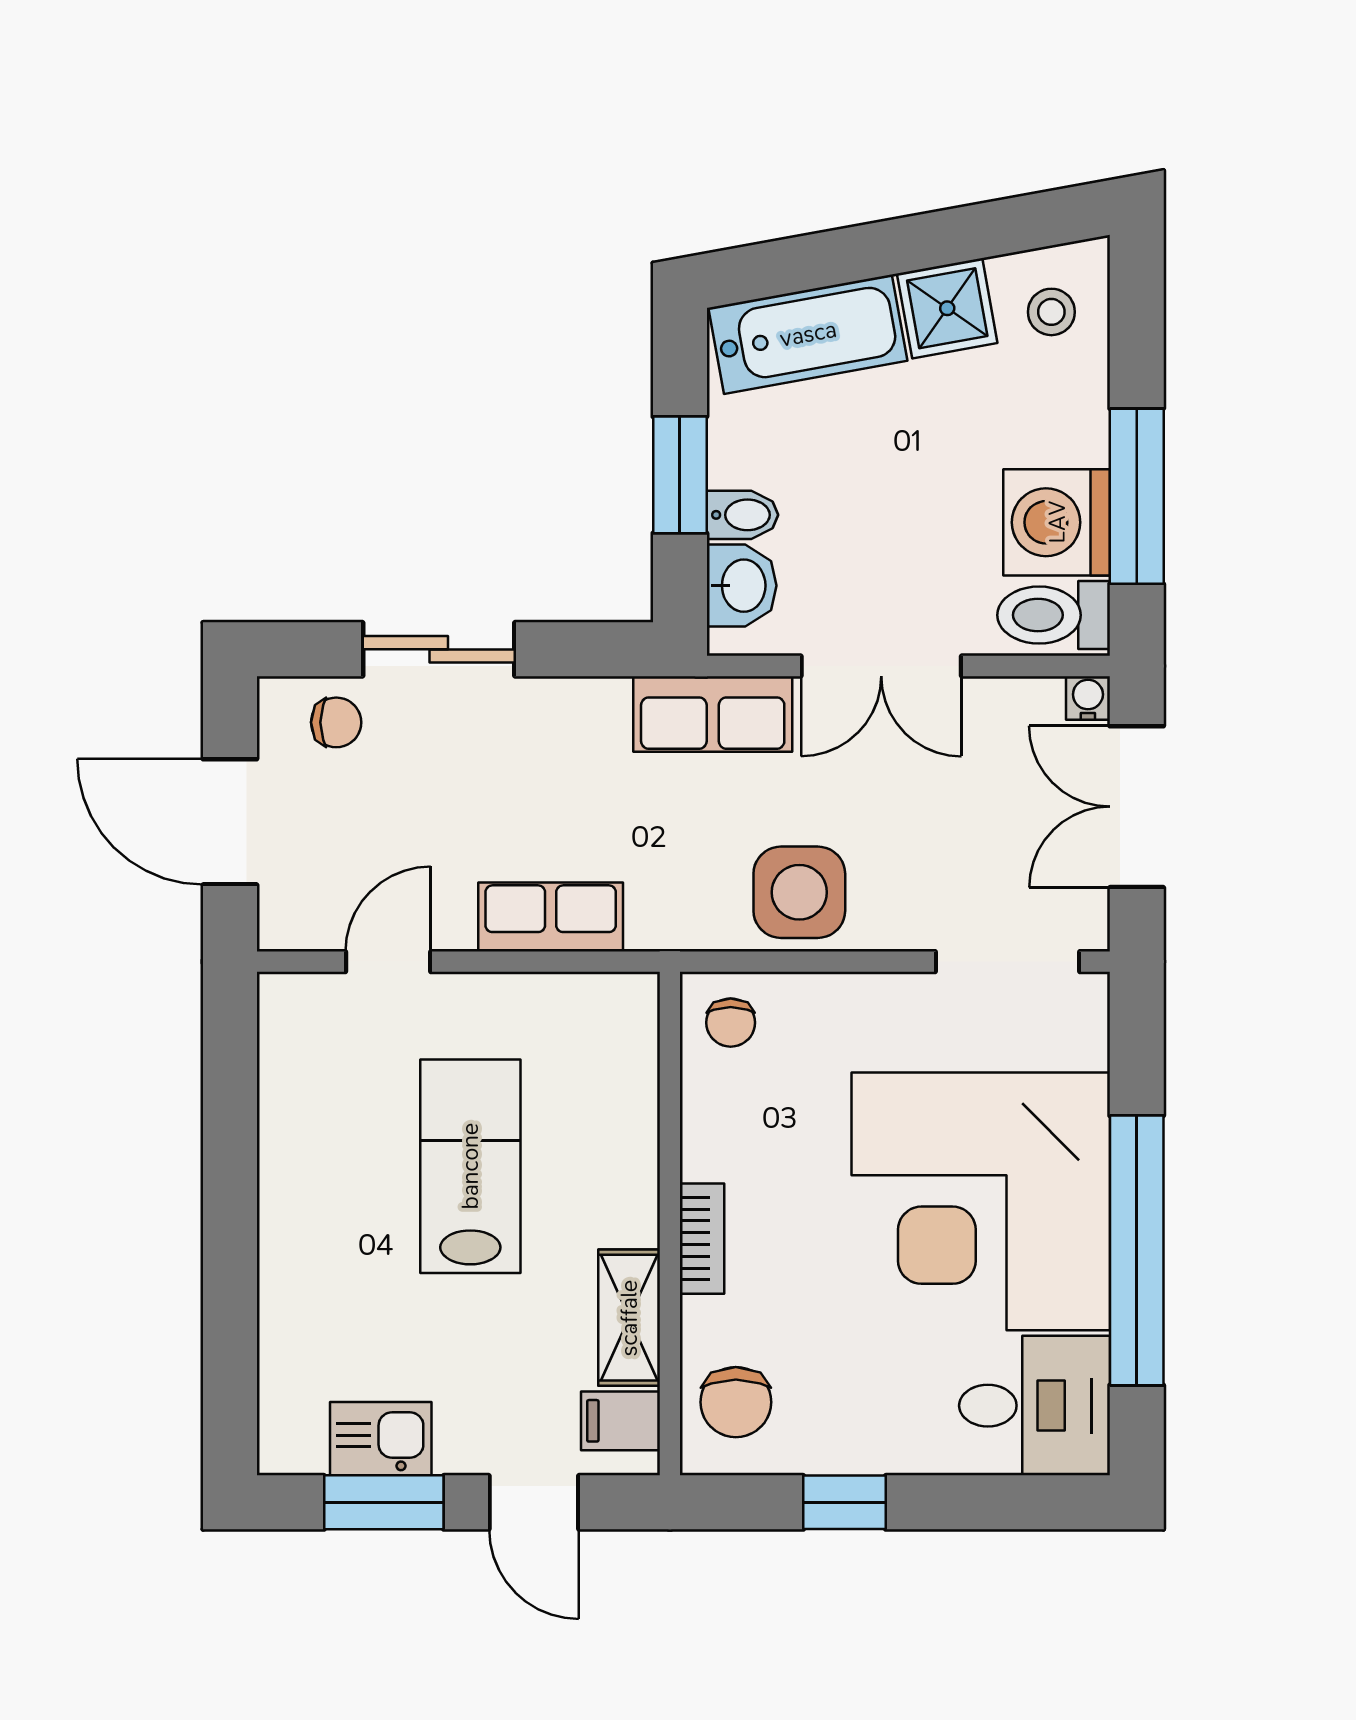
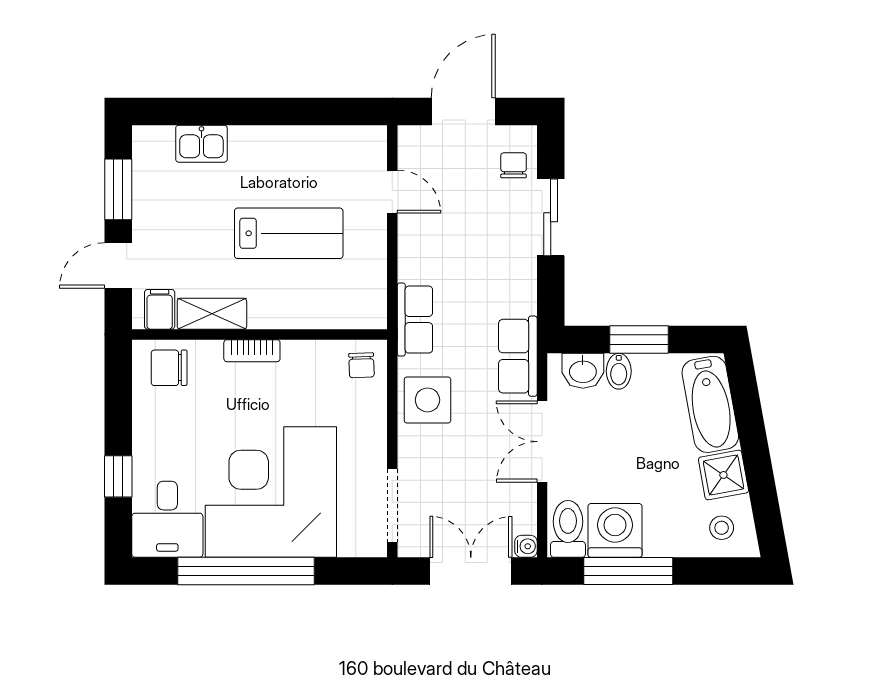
chair: (336, 722) -> (514, 165), turned 180
row of seats: (551, 917) -> (415, 320), moved
chair: (731, 1023) -> (361, 365), turned -92
kitchen sink: (381, 1439) -> (201, 144), moved, turned 90
window: (844, 1502) -> (118, 476), moved

